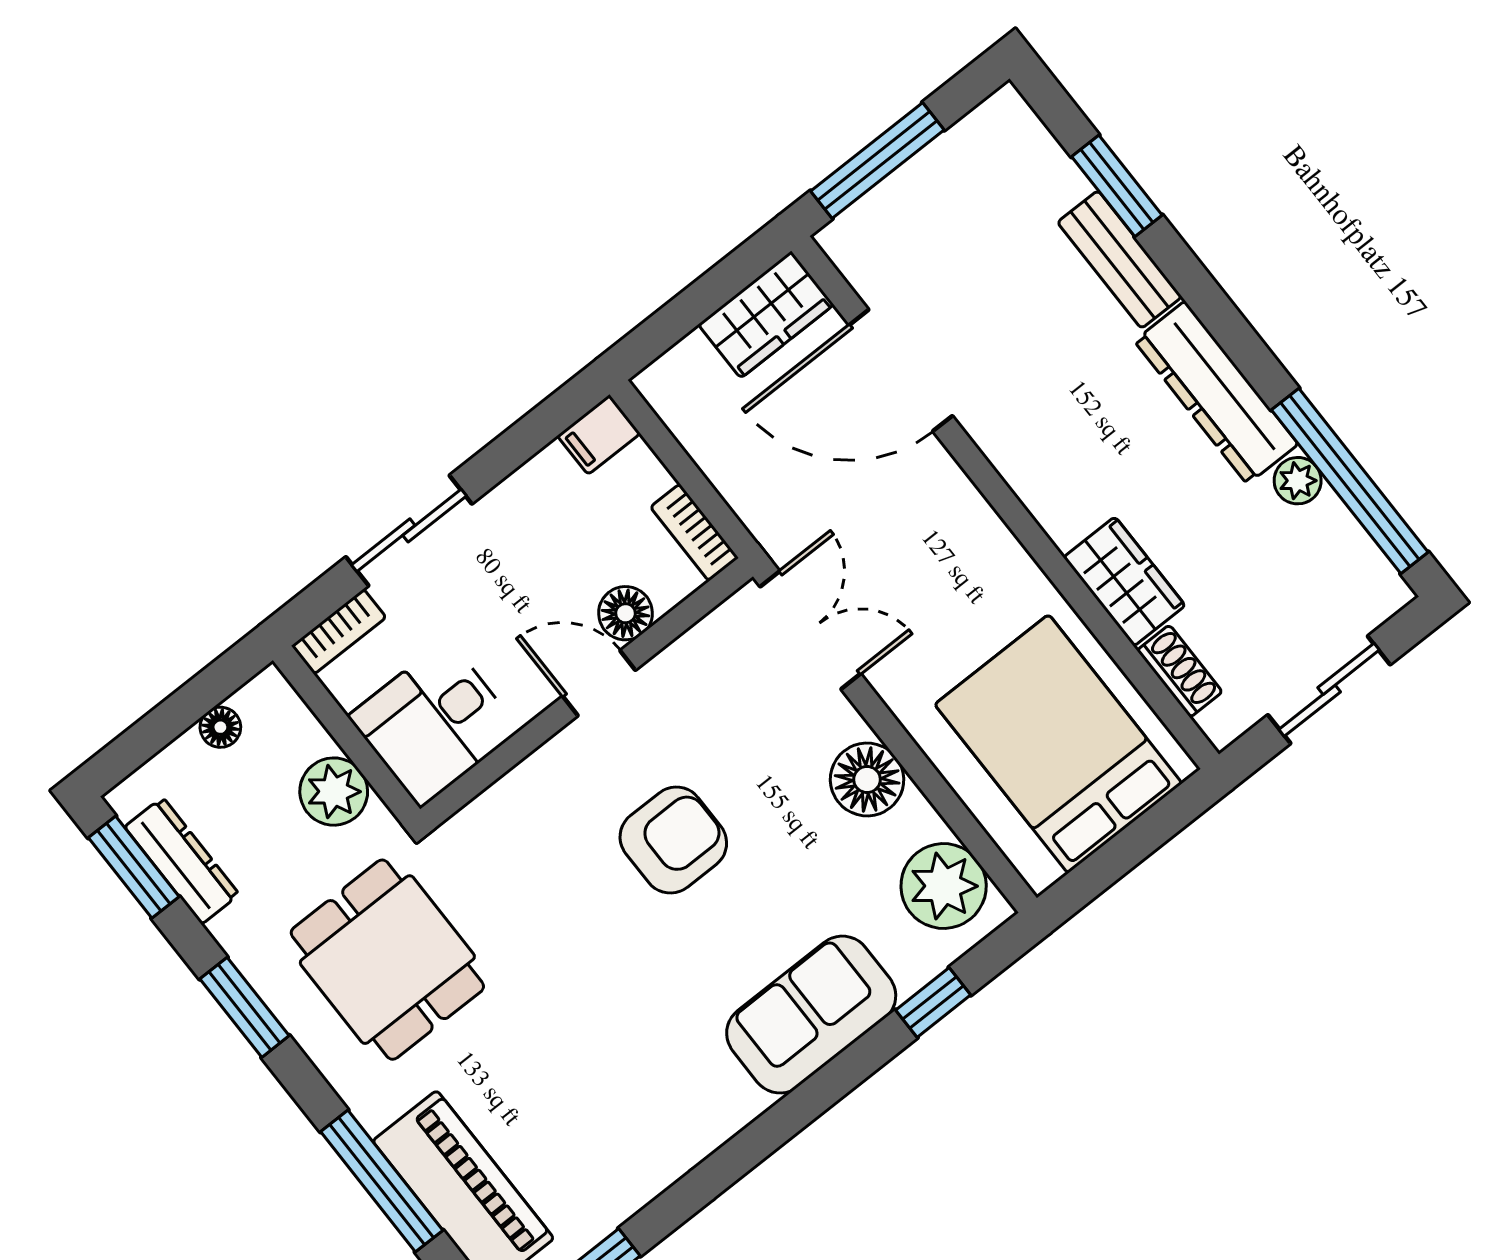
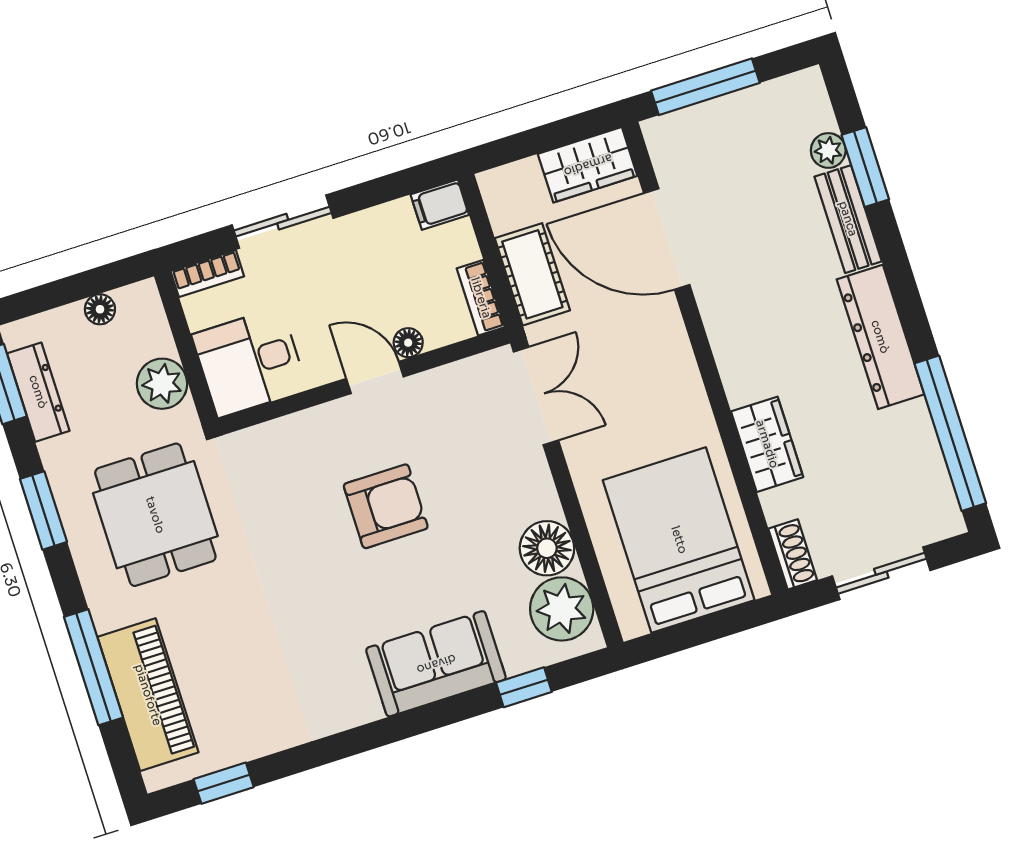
cot: (748, 479) -> (532, 274), added
plant: (1298, 481) -> (828, 150), moved
floor lamp: (626, 613) -> (408, 343), width x0.73, depth x0.73
shoe rack: (1180, 671) -> (793, 554), moved
floor lamp: (867, 779) -> (547, 548), moved

